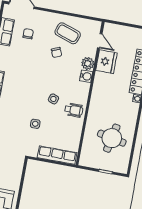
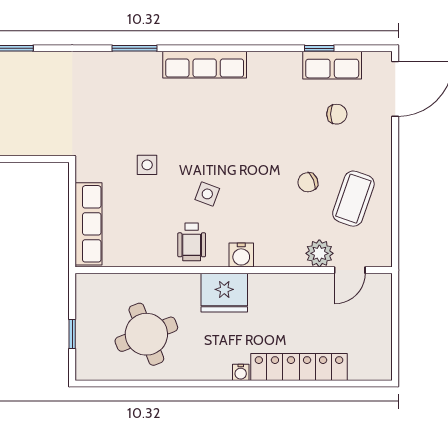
fridge: (106, 62) -> (224, 293), moved
plant: (88, 63) -> (319, 253), moved
water cooler: (86, 76) -> (241, 255), moved
round table: (112, 138) -> (146, 334), turned -33

